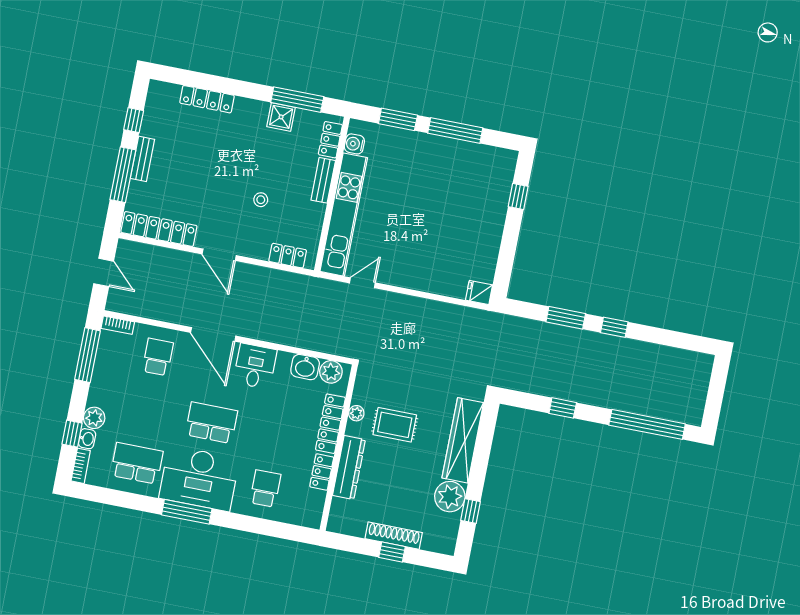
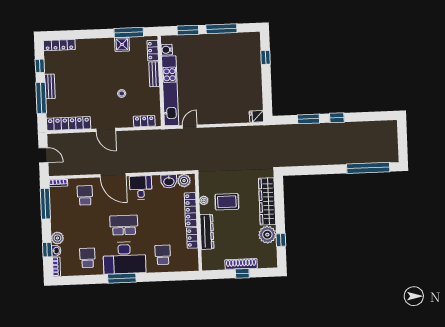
locker: (207, 99) -> (59, 45), moved
window: (563, 408) -> (319, 170), removed
school desk: (137, 463) -> (87, 258), width x0.54

